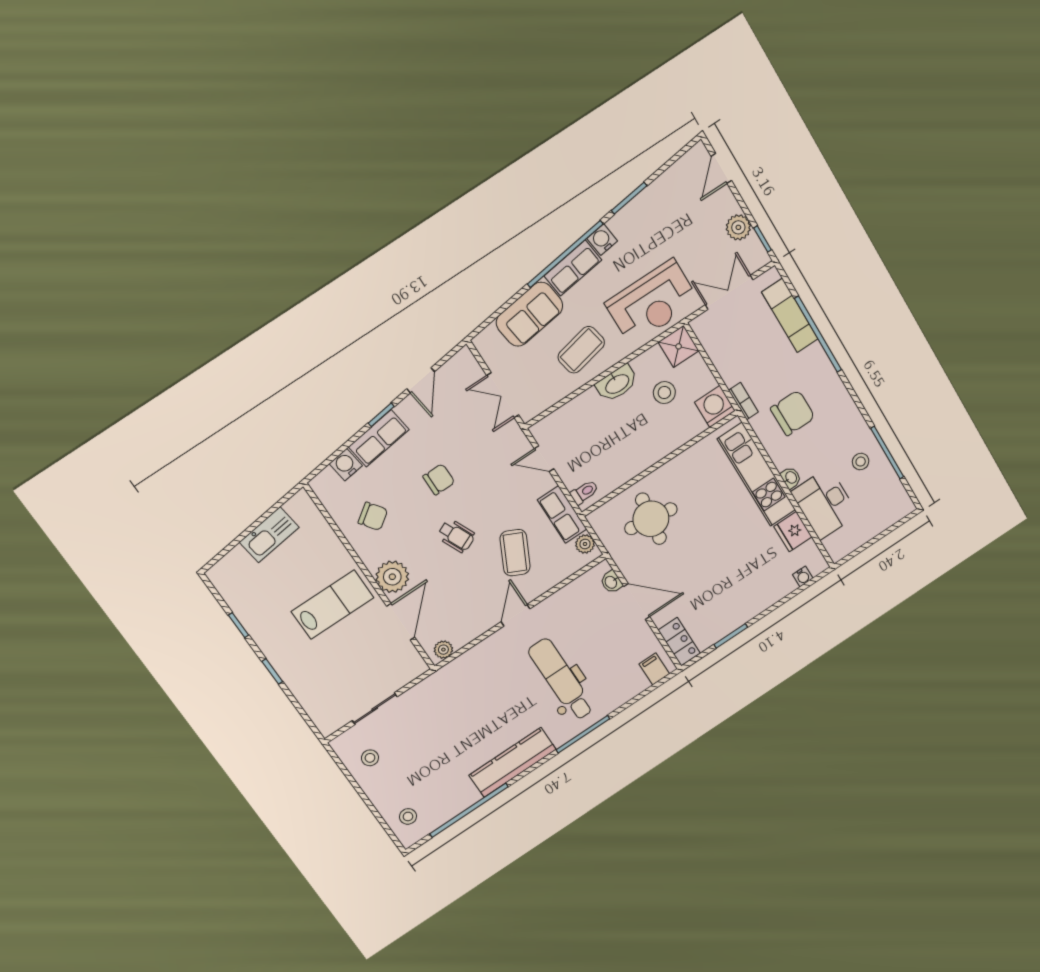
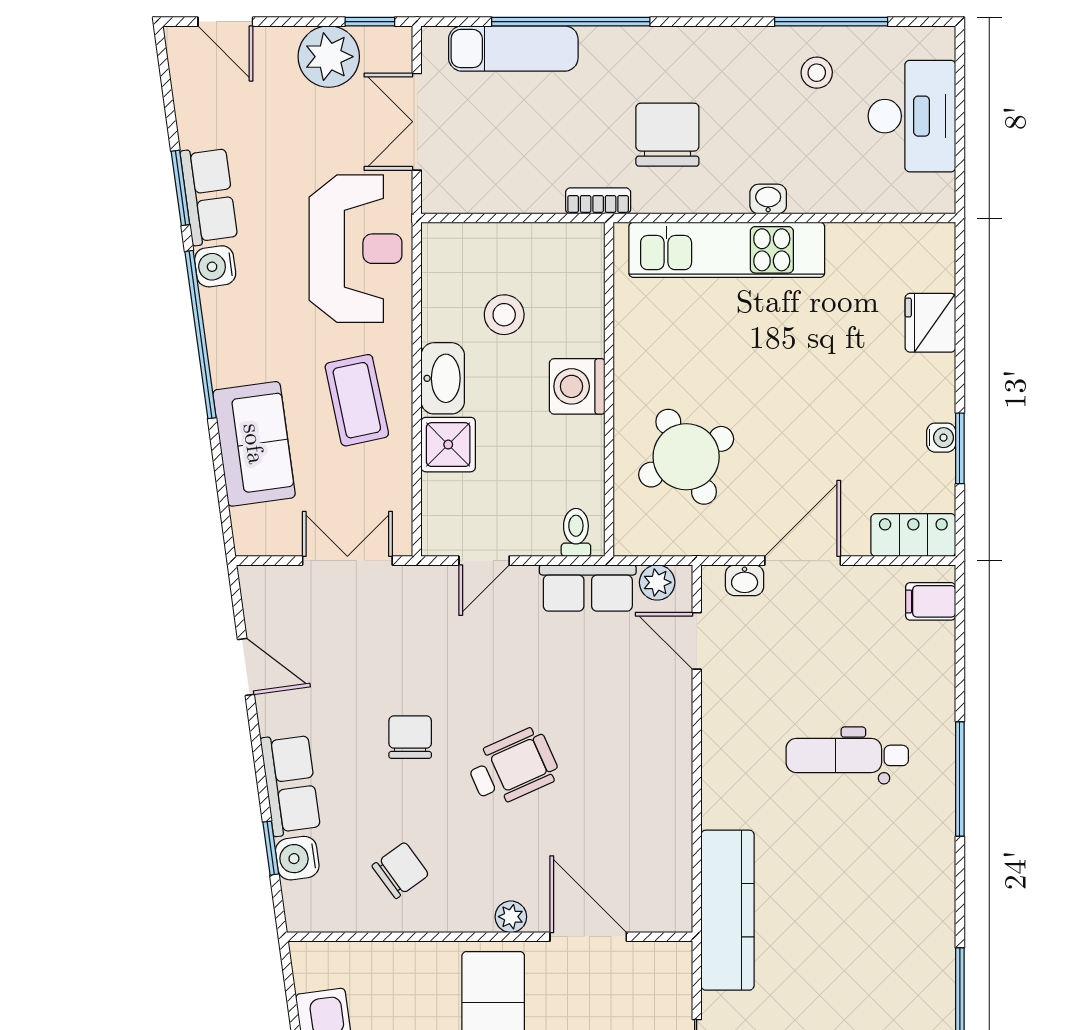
plant: (738, 227) -> (329, 57), width x1.36, depth x1.36
row of seats: (573, 268) -> (209, 196), moved
shower: (679, 346) -> (448, 445), moved
double door: (503, 395) -> (347, 561), swing flipped
washing machine: (715, 406) -> (577, 386), moved
window: (381, 415) -> (271, 848), moved
desk: (825, 503) -> (912, 116), moved, turned -90
round table: (651, 519) -> (686, 457), turned -35
fridge: (793, 532) -> (930, 323), moved, turned 90
wheelchair: (456, 536) -> (513, 767), width x1.36, depth x1.37
coffee table: (515, 553) -> (598, 697), removed
water cooler: (803, 576) -> (941, 438), moved
plant: (392, 577) -> (511, 917), width x0.53, depth x0.53
door: (516, 615) -> (697, 641), moved
plant: (443, 650) -> (676, 902), removed
dental chair: (561, 679) -> (847, 755), width x0.73, depth x0.72
kitchen counter: (513, 762) -> (728, 910), moved, turned 180

